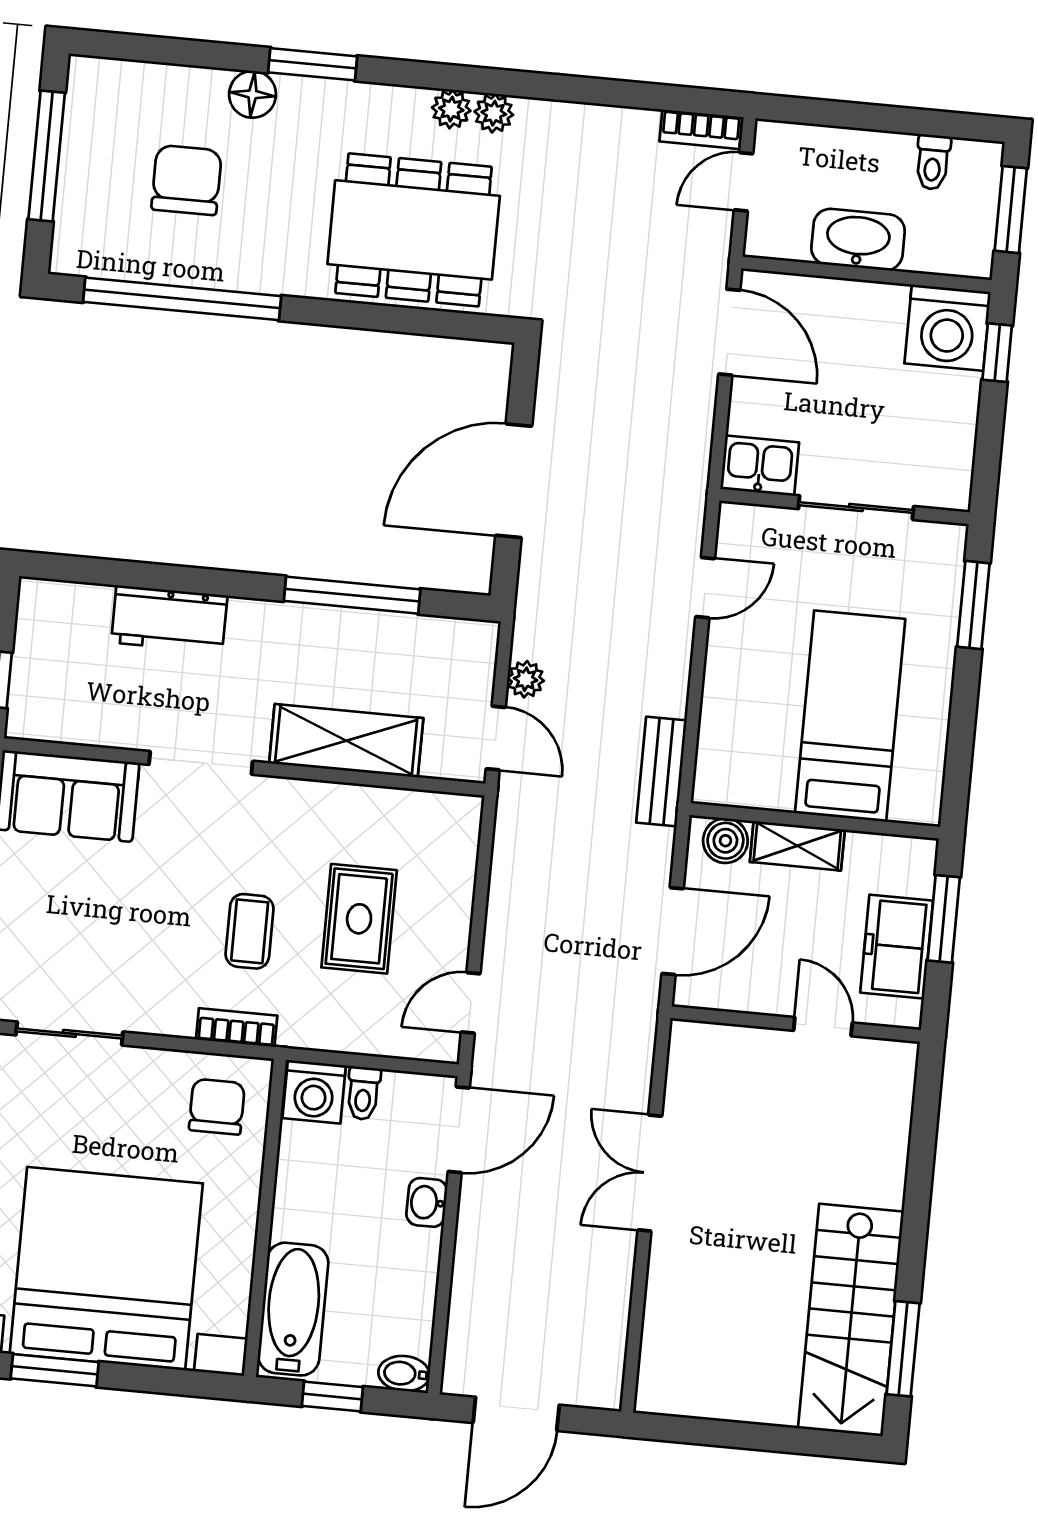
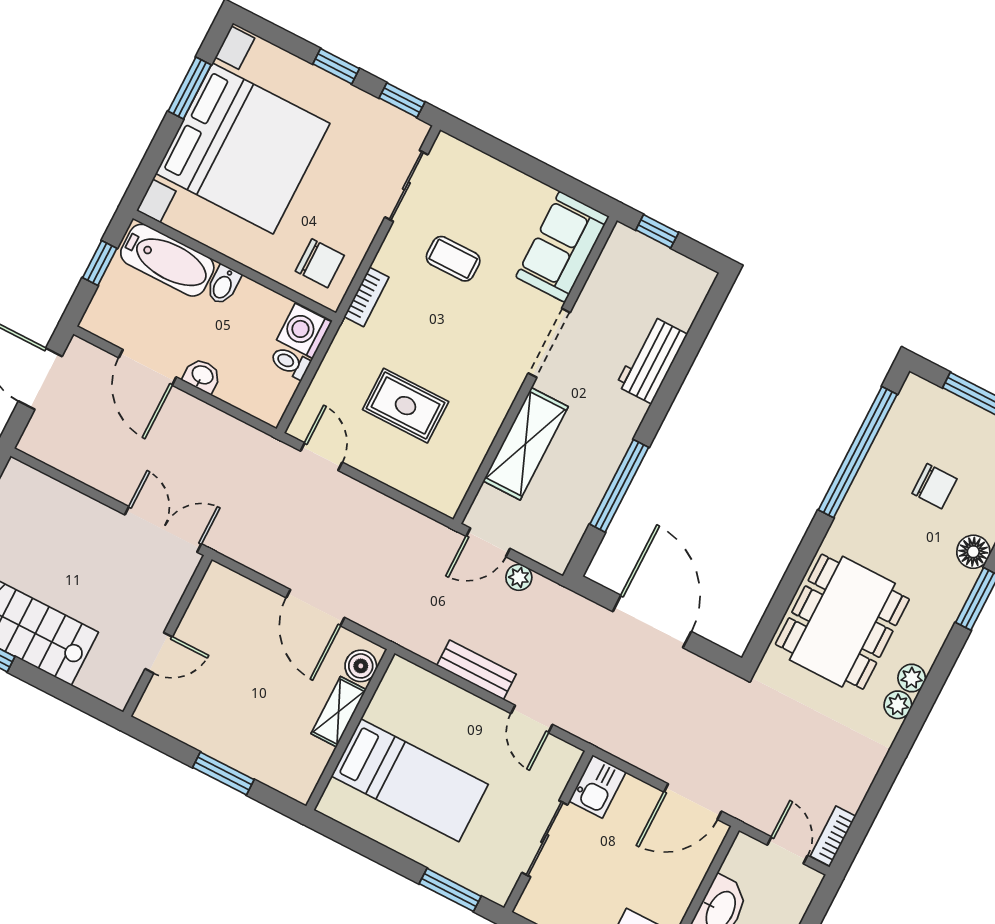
chair: (187, 180) -> (934, 486), width x0.73, depth x0.73
bench: (661, 772) -> (477, 670), moved
window: (944, 919) -> (223, 773), moved
coffee table: (250, 931) -> (453, 259), moved
freezer: (897, 947) -> (247, 750), removed
wall: (796, 1024) -> (167, 636), moved
door: (823, 1027) -> (159, 653), moved
door: (459, 1130) -> (148, 367), moved
bidet: (404, 1374) -> (223, 285), moved, turned 180

